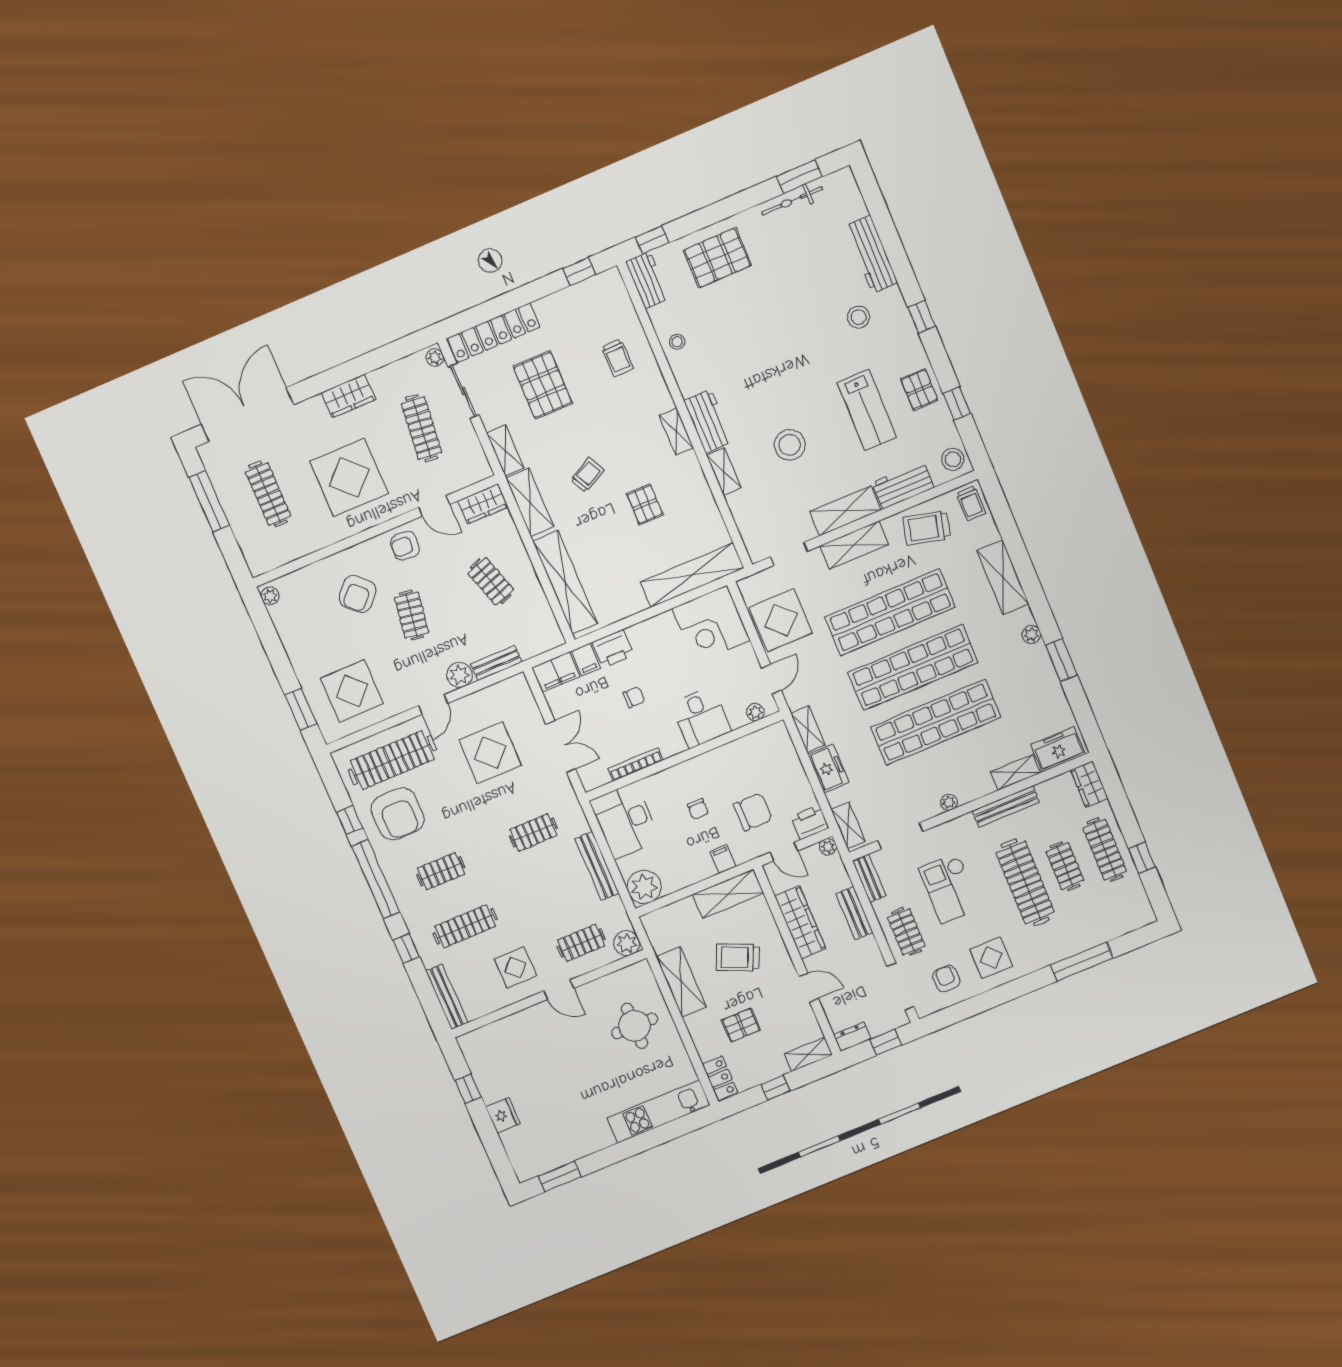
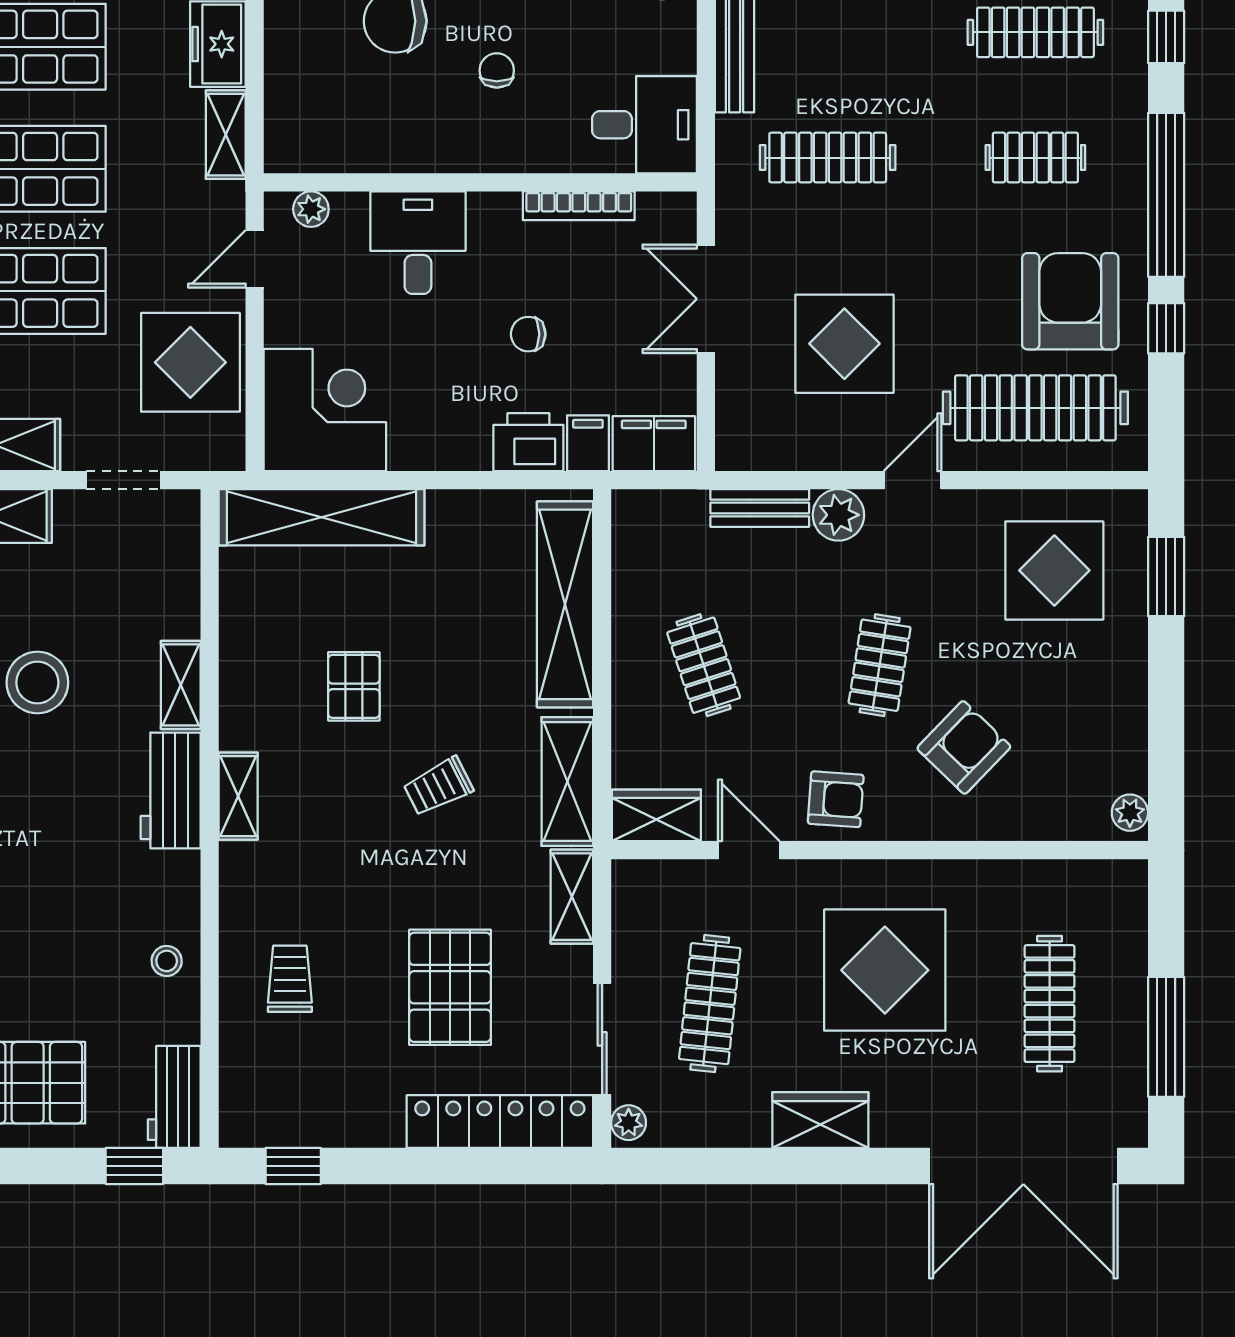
desk: (625, 821) -> (644, 125), width x0.73
clothes rail: (533, 832) -> (828, 158), width x1.36

